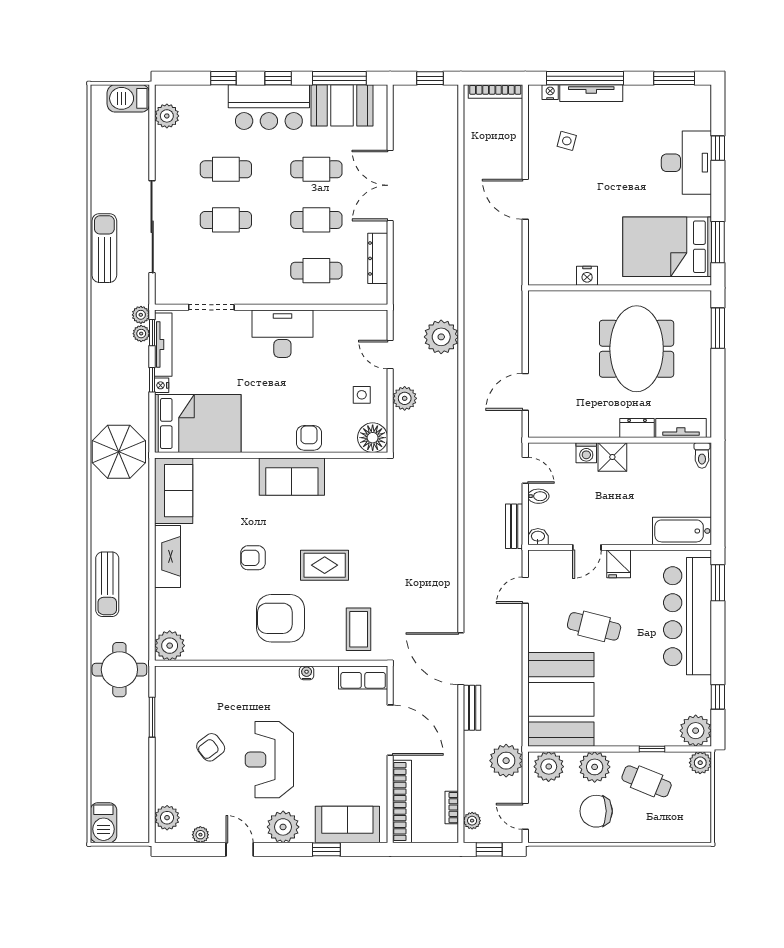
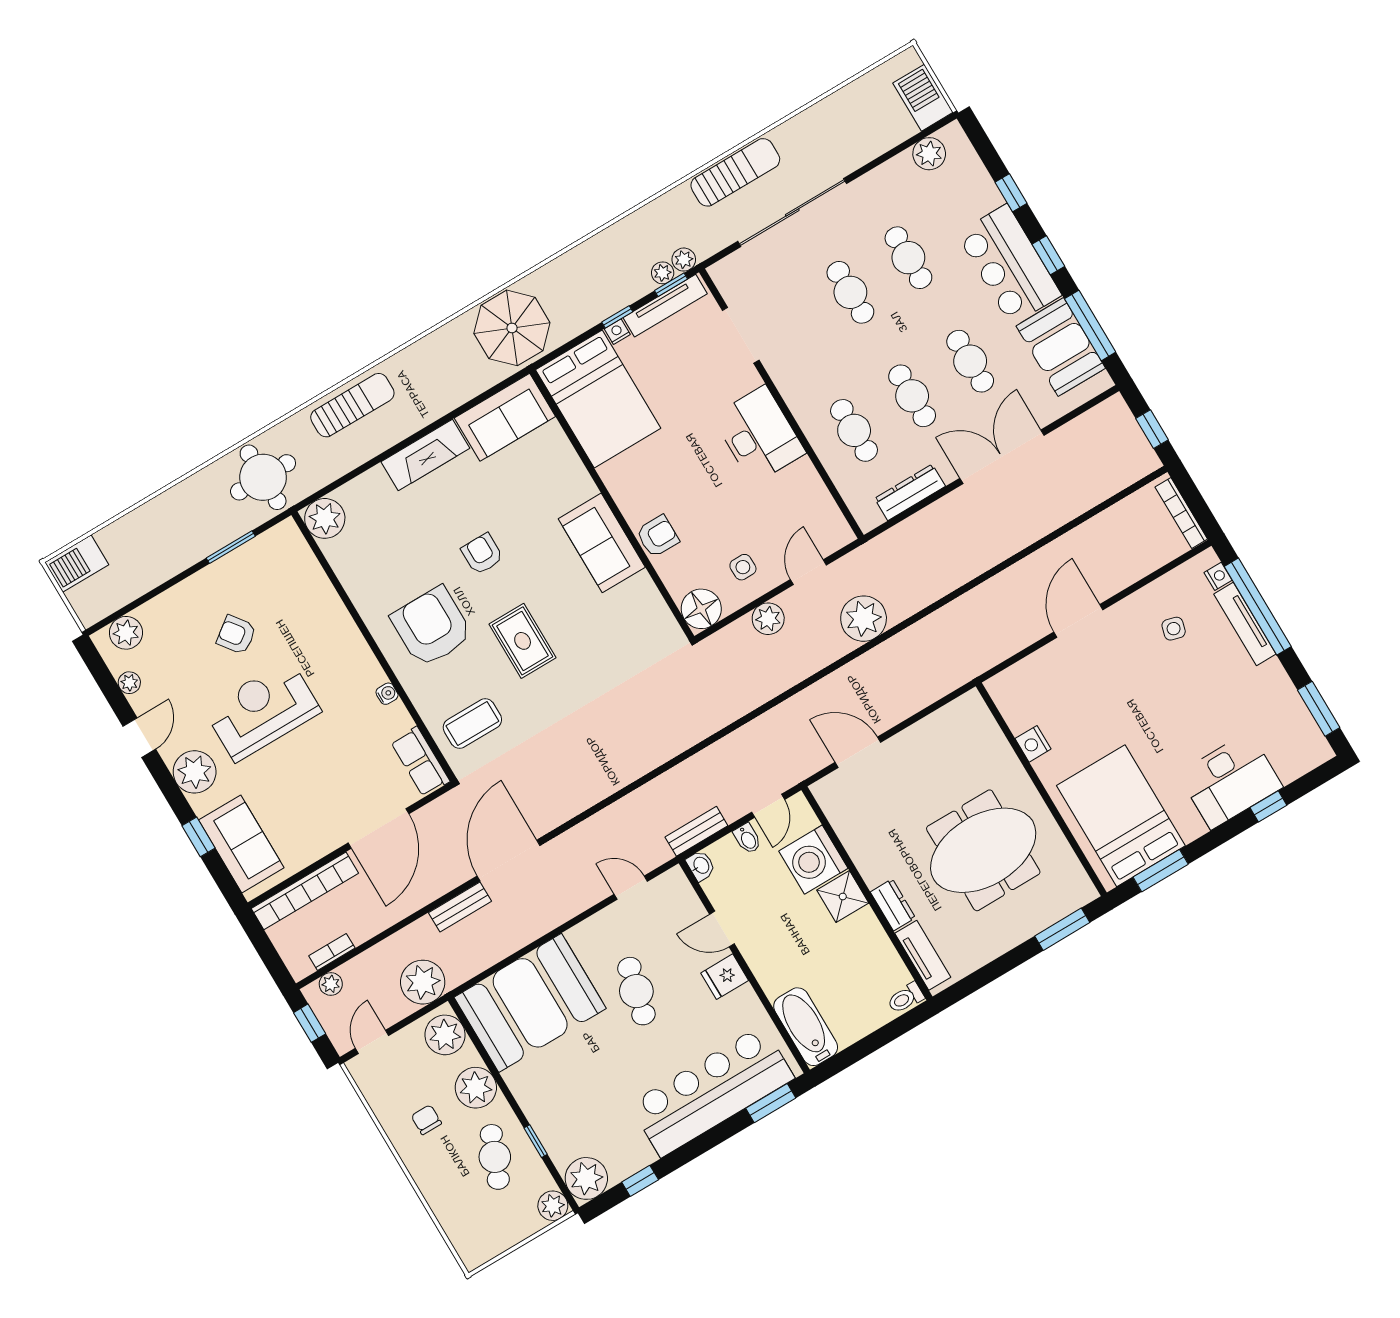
washing machine: (586, 453) -> (813, 860), width x1.89, depth x1.89
sun lounger: (107, 584) -> (352, 405), turned 180
chair: (596, 811) -> (426, 1120), width x0.54, depth x0.54

